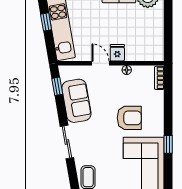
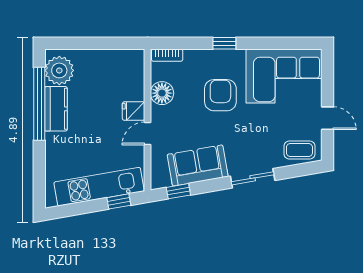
window: (46, 22) -> (119, 201), moved
floor lamp: (127, 70) -> (162, 93), width x1.89, depth x1.89
window: (168, 144) -> (224, 43), moved

